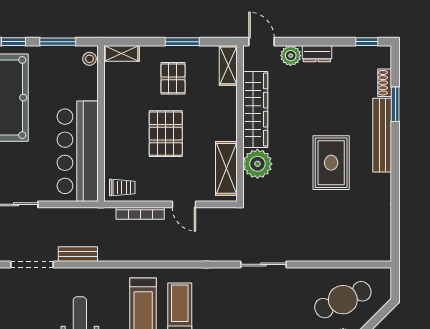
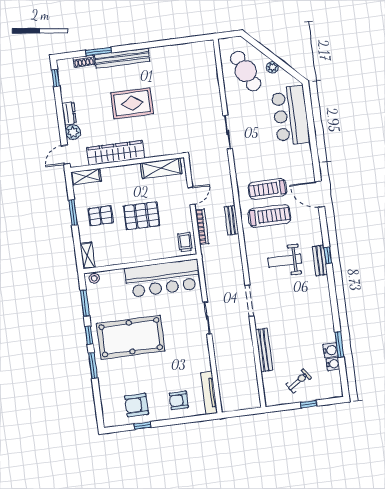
rug: (331, 163) -> (132, 103), moved
plant: (257, 164) -> (155, 146), removed
bench: (78, 254) -> (231, 220), moved

